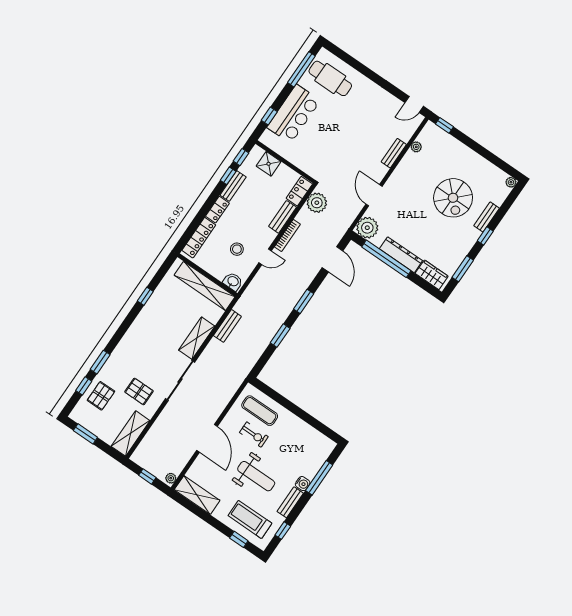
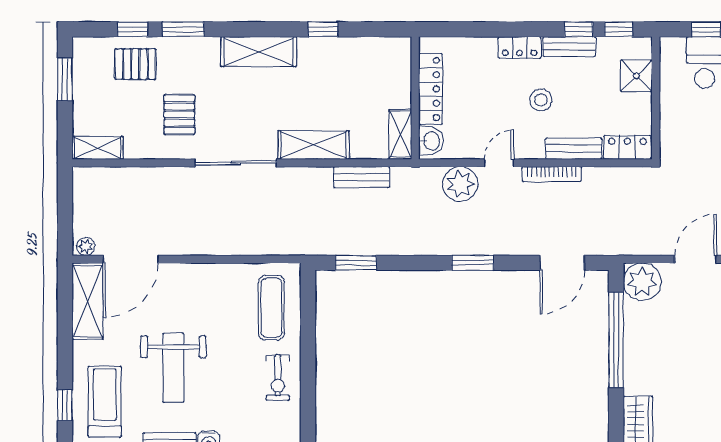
plant: (317, 203) -> (460, 184), moved
locker: (199, 238) -> (430, 89), moved, turned -90
stool: (237, 249) -> (541, 100), moved
dresser: (401, 255) -> (636, 357), removed
door: (265, 257) -> (499, 163), swing flipped
shelving: (205, 286) -> (400, 134), width x0.45, depth x0.75
shelving: (135, 334) -> (259, 52), added
window: (280, 336) -> (356, 263), moved
shelving: (131, 433) -> (98, 148), width x0.67, depth x0.75
exercise bike: (254, 435) -> (278, 378), moved
door: (207, 438) -> (131, 259), moved
window: (147, 476) -> (65, 211), removed

